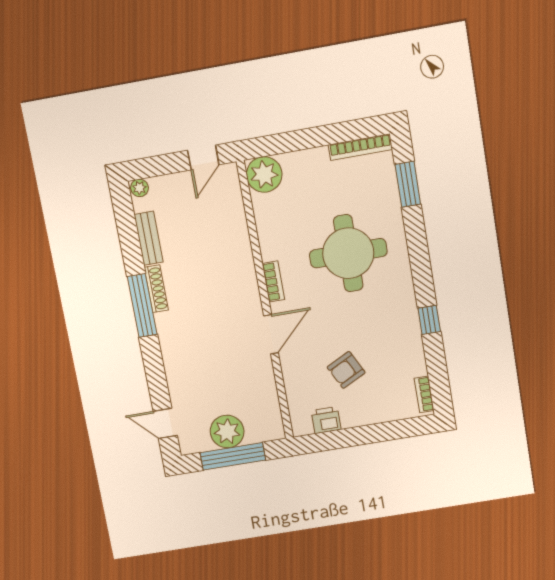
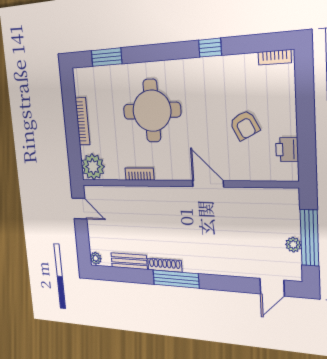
bookcase: (360, 147) -> (82, 121), moved
bookcase: (273, 281) -> (139, 174), moved
plant: (227, 432) -> (293, 245), width x0.53, depth x0.53

